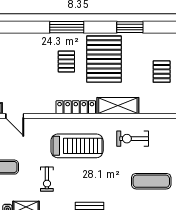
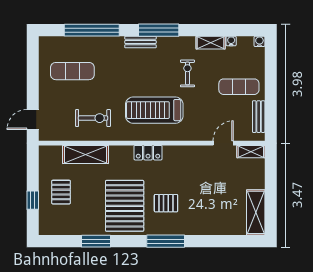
pallet: (66, 62) -> (166, 203), turned 90
shelving: (118, 106) -> (86, 154), moved
locker: (76, 107) -> (148, 153), width x0.66
door: (15, 116) -> (223, 143), hinge flipped

